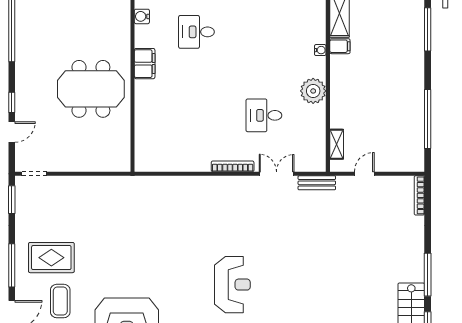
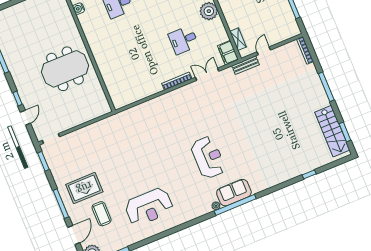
filing cabinet: (145, 64) -> (228, 53), moved, turned 180
bench: (317, 183) -> (246, 65), moved
window: (428, 275) -> (326, 87), moved

